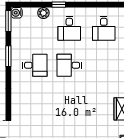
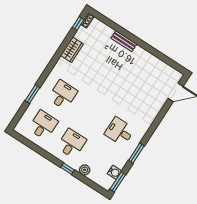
water cooler: (17, 13) -> (114, 172), moved
desk: (69, 65) -> (63, 95), moved, turned -90

